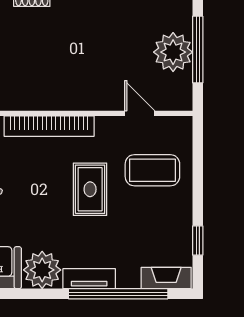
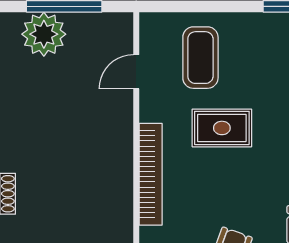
plant: (173, 52) -> (44, 34), moved

